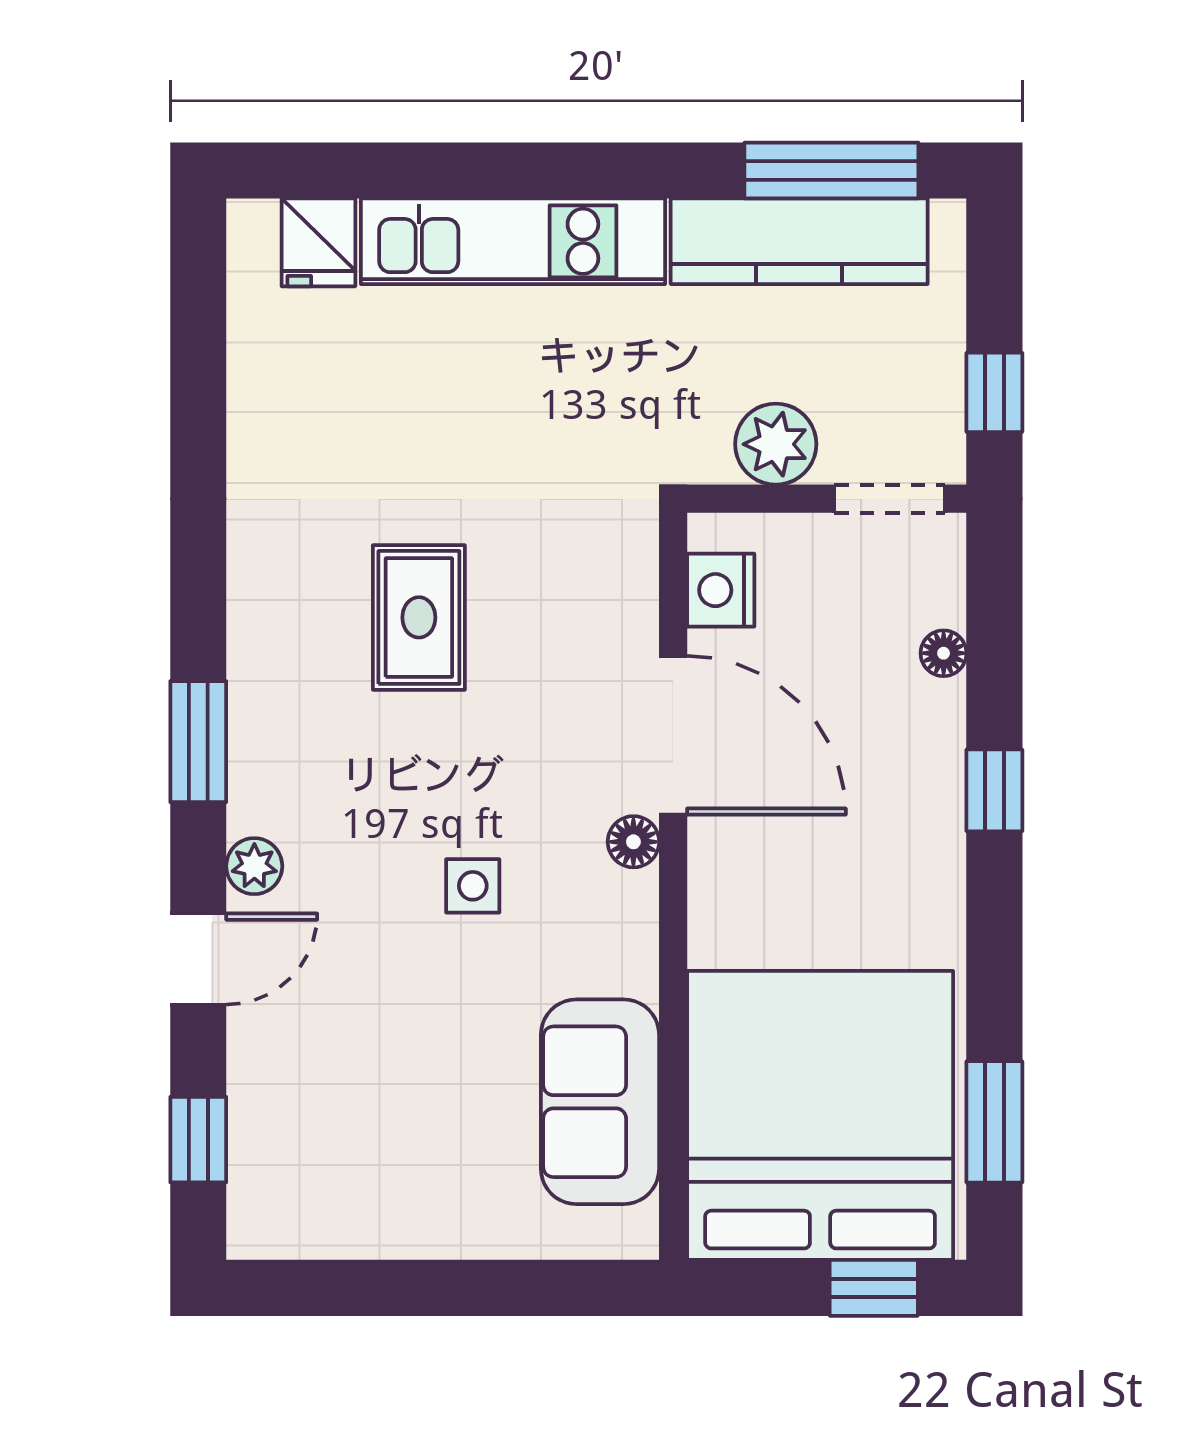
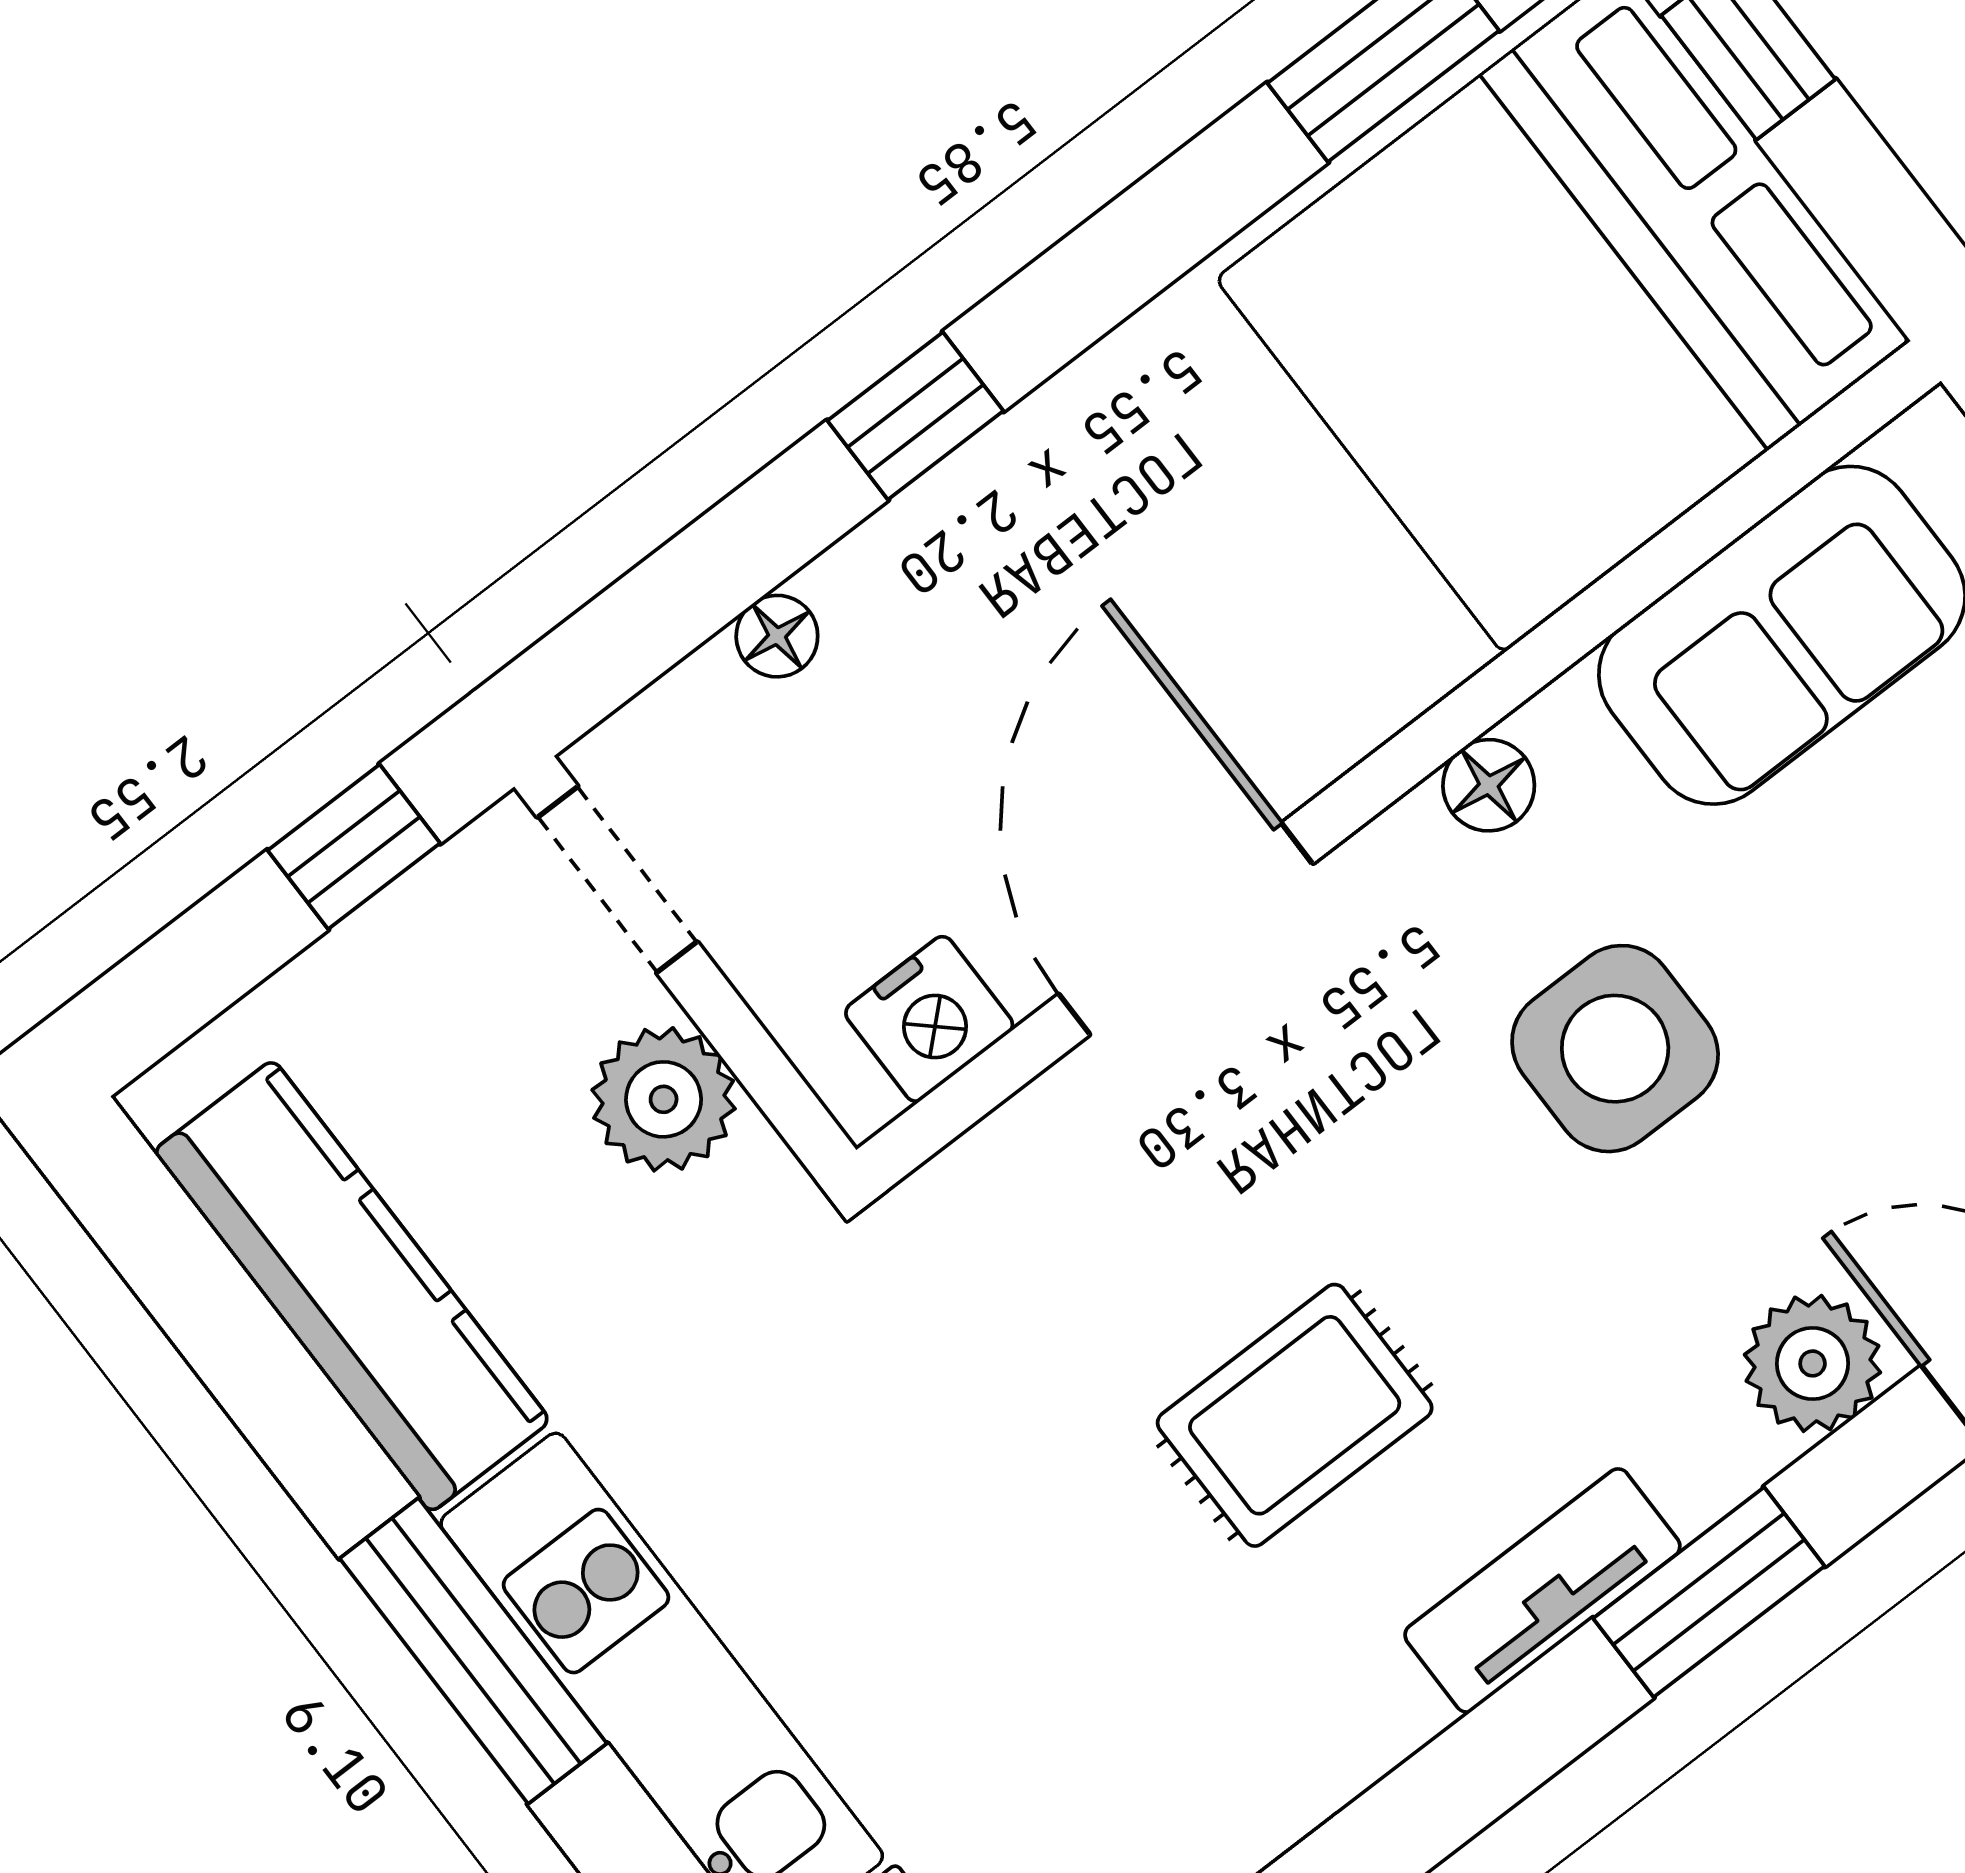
window: (831, 170) -> (473, 1651), moved
tv unit: (256, 668) -> (1542, 1591), added
floor lamp: (633, 842) -> (1489, 785), moved
plant: (254, 866) -> (1813, 1363), width x1.38, depth x1.38
side table: (473, 886) -> (1615, 1049), width x1.87, depth x1.87

